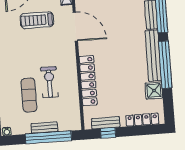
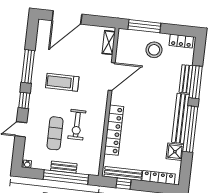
treadmill: (37, 20) -> (62, 82), moved
door: (75, 27) -> (112, 77), hinge flipped
exercise bike: (49, 82) -> (77, 125), turned 180
bench: (106, 123) -> (123, 174), width x1.36

